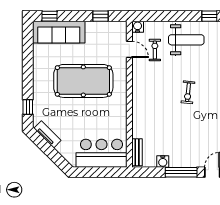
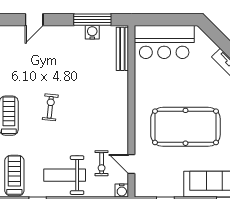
exercise bike: (188, 92) -> (50, 107), moved
bench: (137, 152) -> (122, 49), width x1.36
window: (181, 172) -> (92, 20), moved

